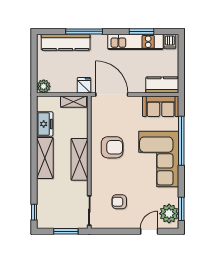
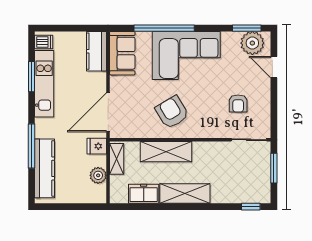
plant: (44, 86) -> (98, 175), moved
armchair: (112, 147) -> (172, 112), turned -31
shelving: (80, 159) -> (166, 152), moved

